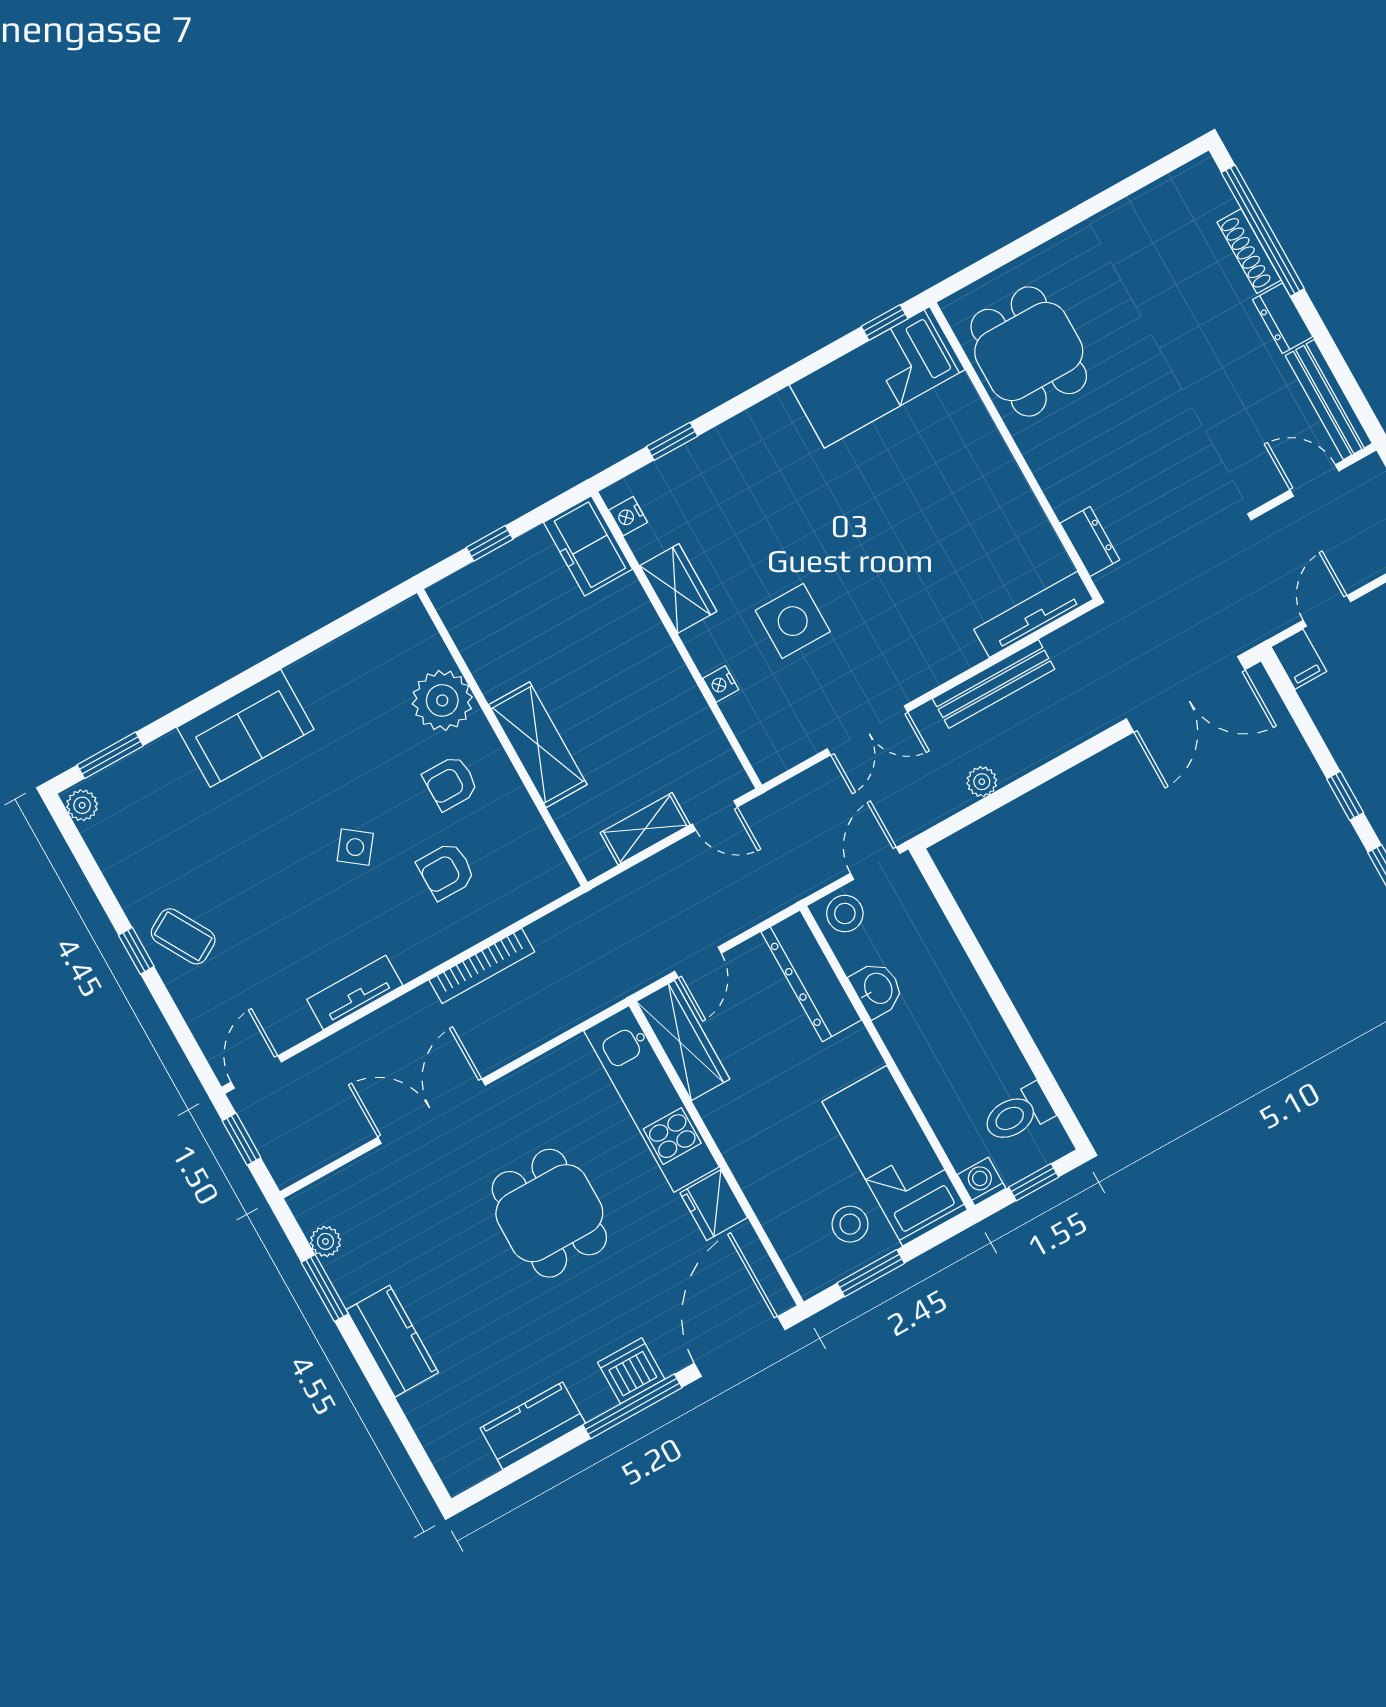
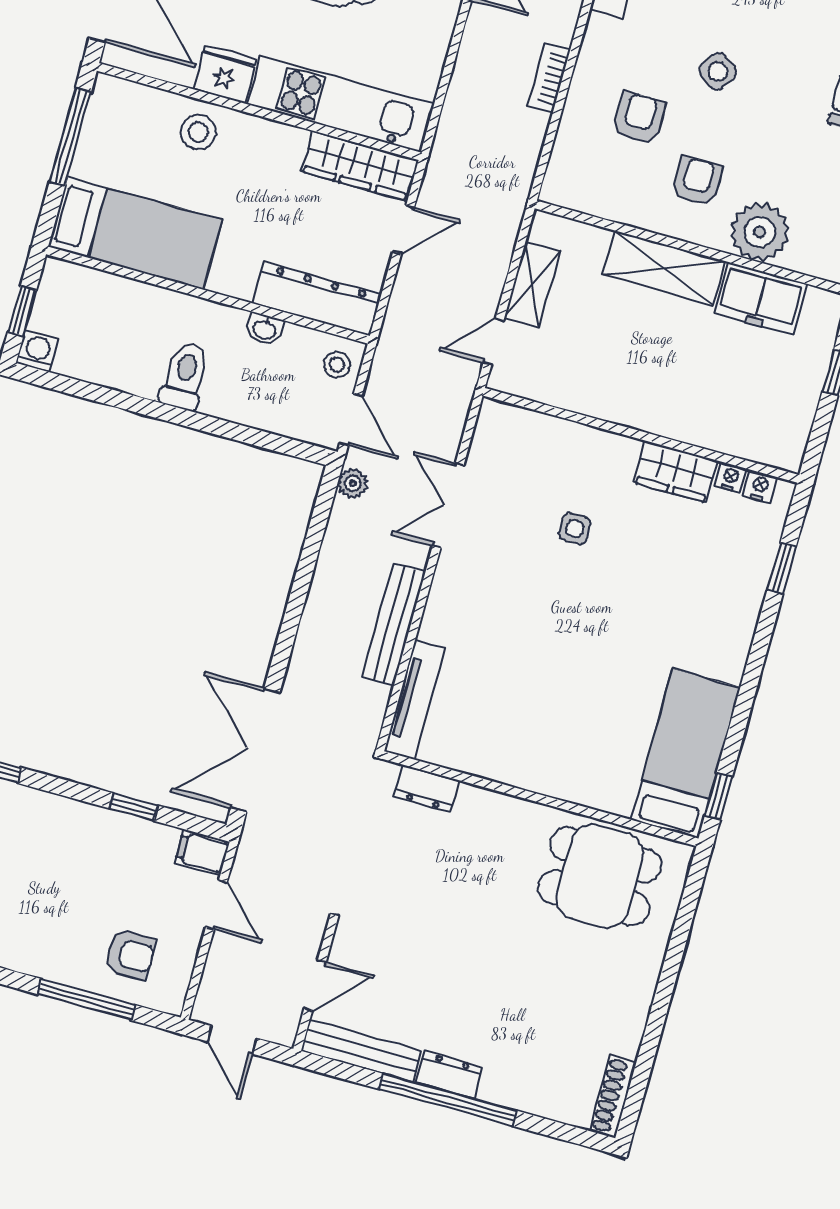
window: (1263, 231) -> (448, 1100), moved
shoe rack: (1249, 251) -> (613, 1096), moved, turned -90
freezer: (588, 546) -> (760, 299), moved, turned 180
side table: (793, 621) -> (575, 529), width x0.54, depth x0.54
nightstand: (721, 684) -> (730, 477), moved
plant: (982, 782) -> (353, 483), moved
window: (1345, 796) -> (133, 807), moved
stool: (845, 914) -> (337, 365), width x0.73, depth x0.73
door: (698, 962) -> (404, 230), swing flipped
bookcase: (482, 966) -> (549, 78), width x0.64
washbasin: (877, 989) -> (264, 329), width x0.72, depth x0.69
toilet: (1018, 1114) -> (185, 376), moved
washing machine: (982, 1182) -> (37, 351), moved, turned -90
stool: (850, 1224) -> (198, 132), moved
window: (871, 1273) -> (70, 136), width x1.44

